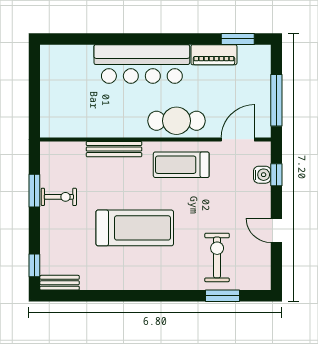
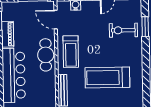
treadmill: (135, 228) -> (107, 78), turned -90

